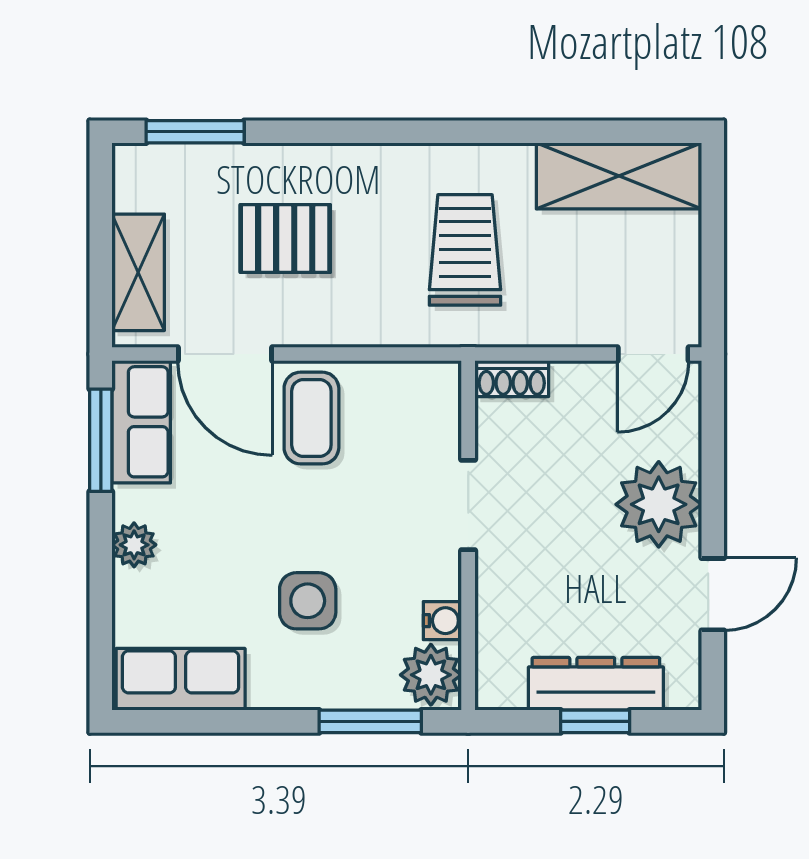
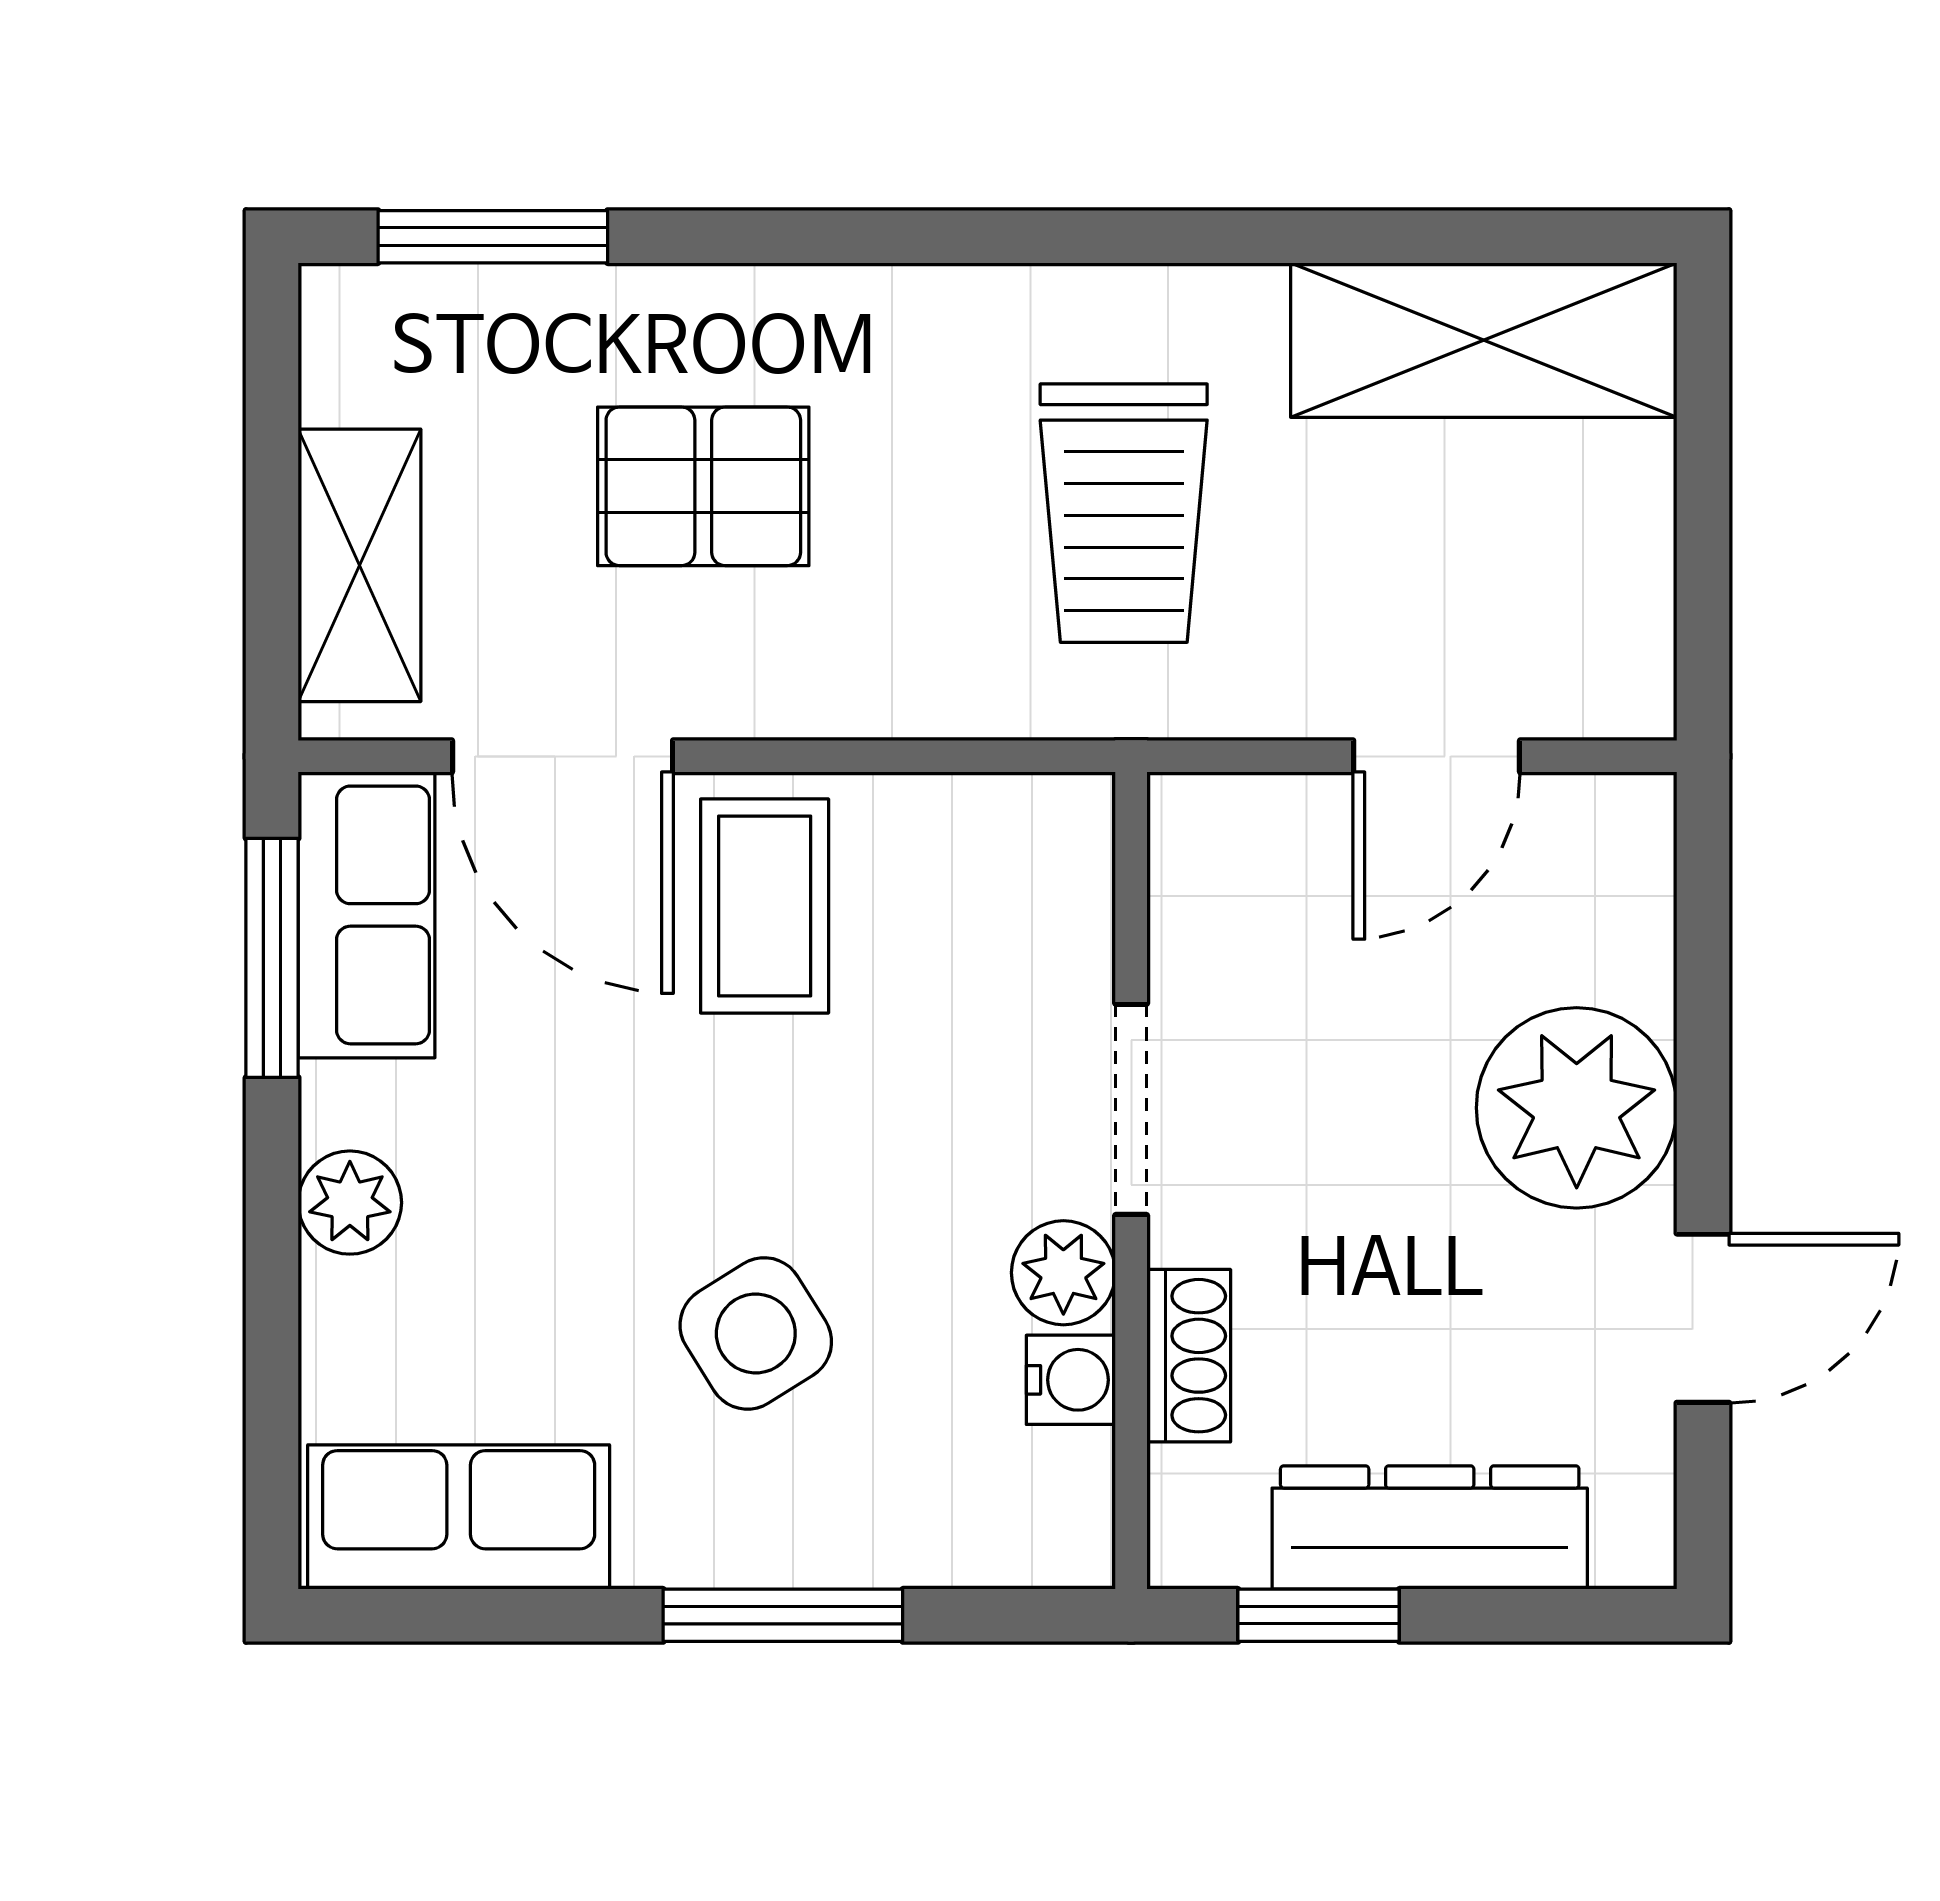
trolley: (465, 250) -> (1124, 513), turned 180
door: (653, 354) -> (1437, 756), moved
shoe rack: (512, 379) -> (1189, 1356), moved, turned -90
side table: (308, 601) -> (756, 1333), turned -32
plant: (431, 675) -> (1063, 1273), moved, width x0.73, depth x0.73
window: (370, 721) -> (783, 1615), moved
window: (595, 721) -> (1319, 1615), moved

